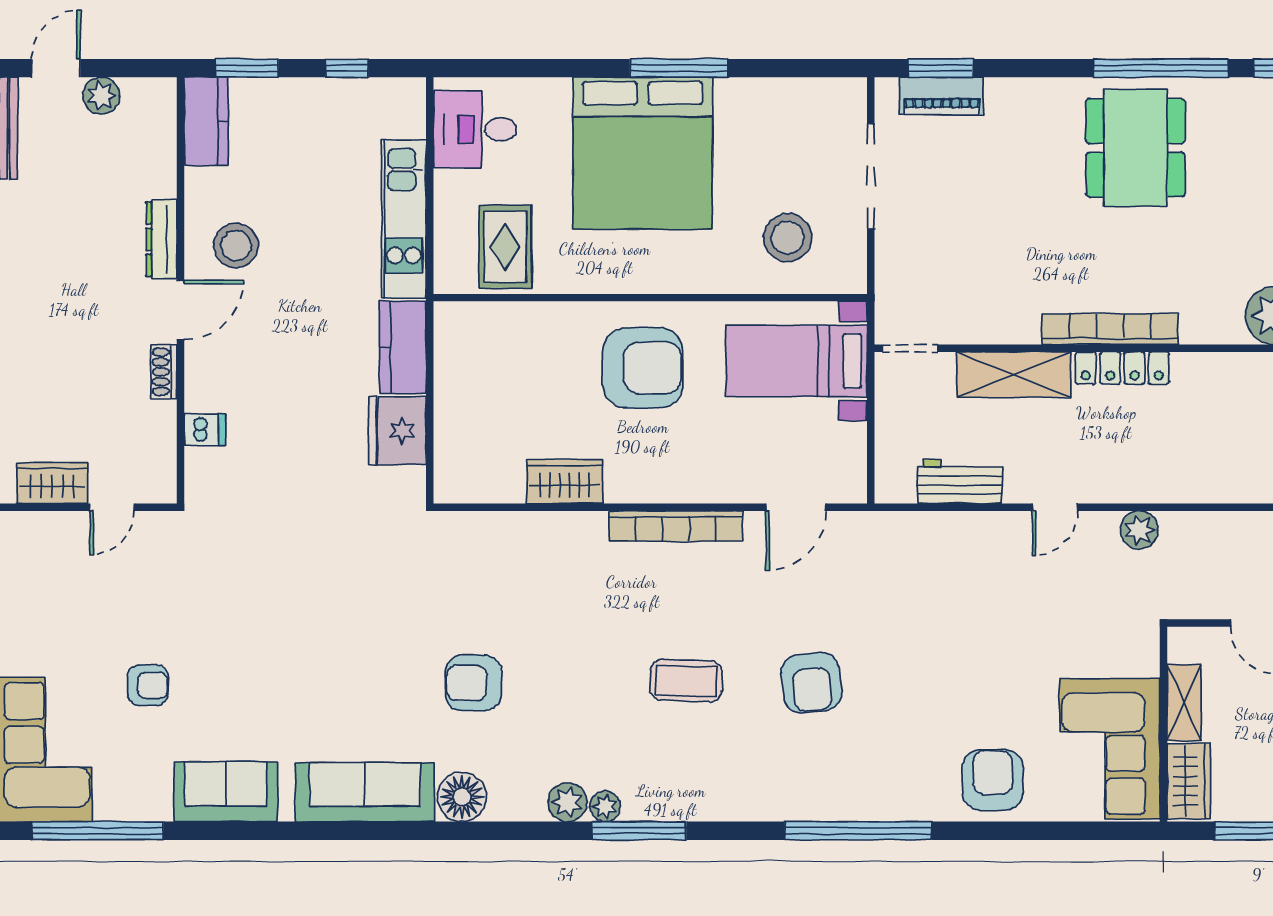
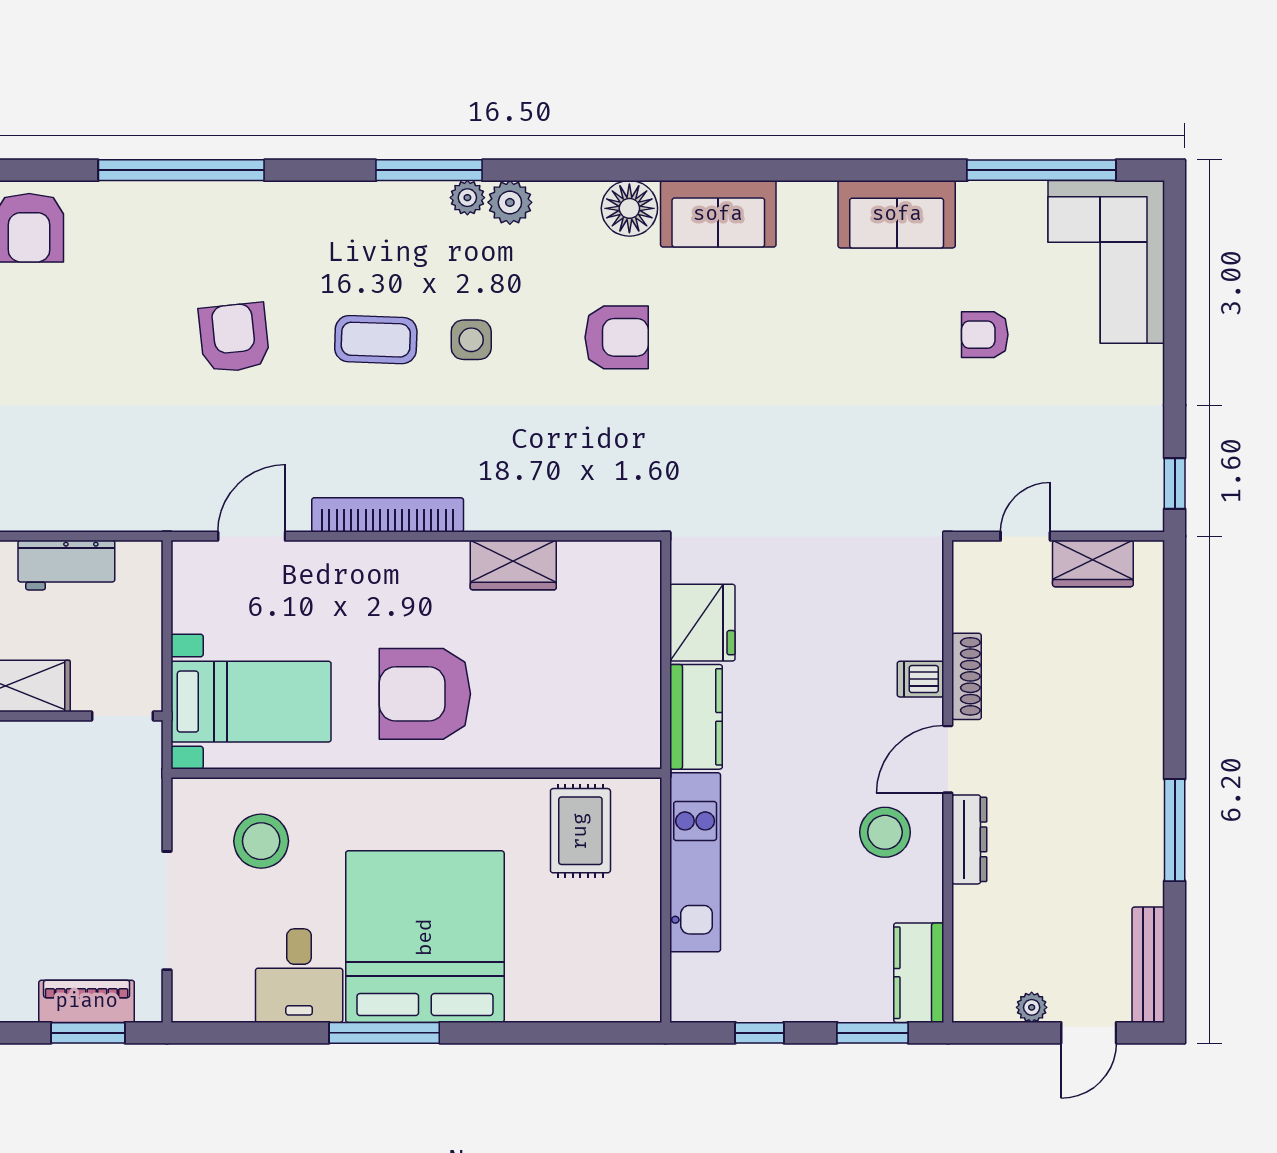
plant: (101, 96) -> (1032, 1007), width x0.73, depth x0.73
desk: (475, 129) -> (299, 976), moved, turned 90
shoe rack: (164, 372) -> (967, 676), width x1.43
dishwasher: (205, 430) -> (920, 679), moved
side table: (602, 681) -> (471, 340), added
sofa: (365, 792) -> (718, 214), width x0.73

